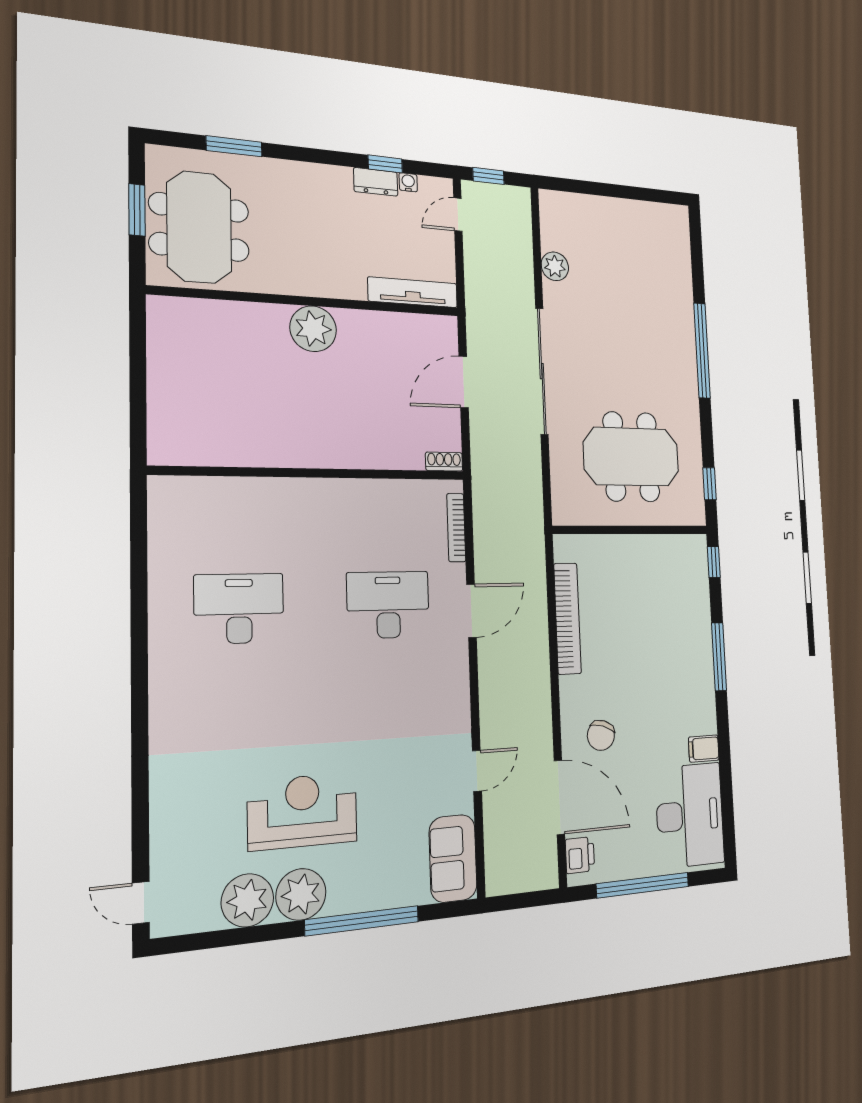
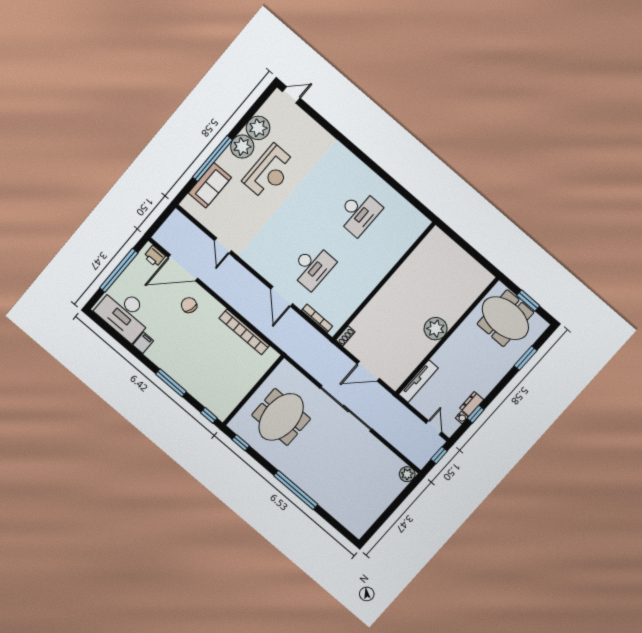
plant: (555, 266) -> (407, 474), moved
door: (464, 382) -> (368, 371), swing flipped
sofa: (453, 858) -> (210, 185), moved, turned 90

